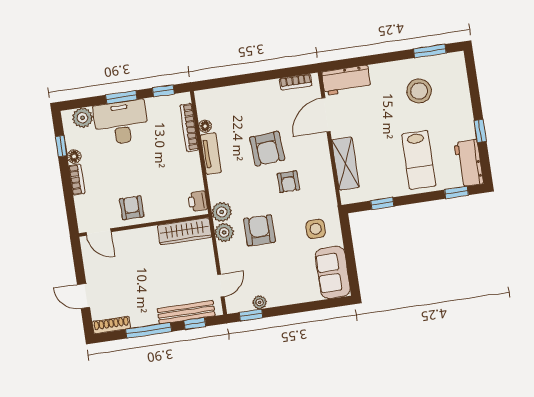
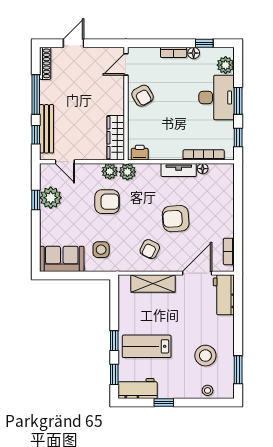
stool: (459, 83) -> (208, 390), added
door: (326, 115) -> (197, 273), hinge flipped
armchair: (288, 182) -> (150, 249), moved, turned -63
window: (382, 204) -> (114, 341), moved
armchair: (132, 208) -> (143, 96), turned 60
plant: (260, 302) -> (51, 198), width x1.87, depth x1.87
window: (251, 315) -> (36, 200), moved

